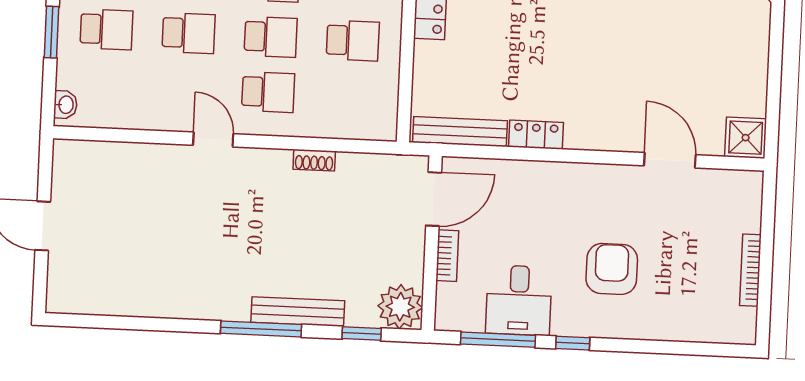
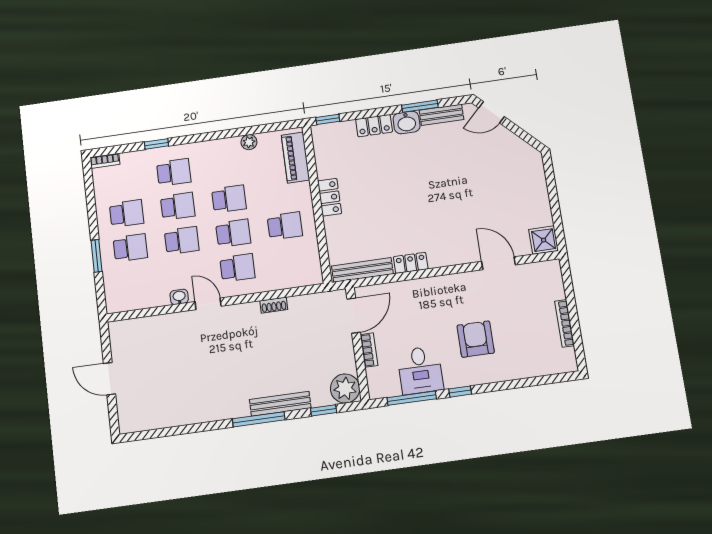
washbasin: (65, 105) -> (179, 297), moved, turned -90

